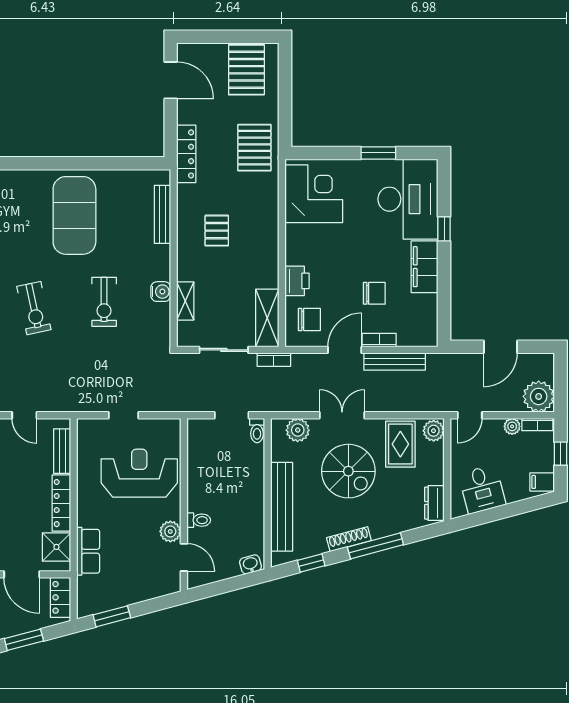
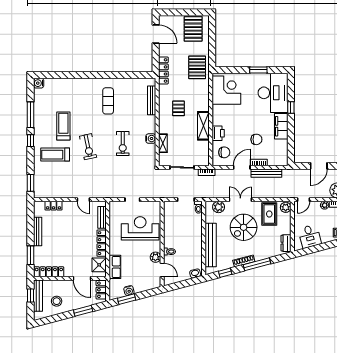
exercise mat: (74, 215) -> (108, 101), width x0.50, depth x0.69
shelving: (267, 318) -> (203, 126), moved
spiral stairs: (348, 471) -> (244, 227), turned 90
water cooler: (117, 599) -> (129, 291), added

